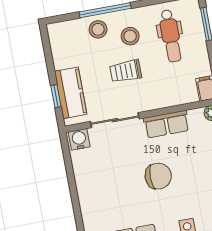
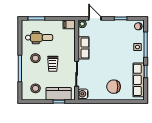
stool: (98, 29) -> (36, 88), moved
chair: (158, 176) -> (114, 87), moved, turned -90

